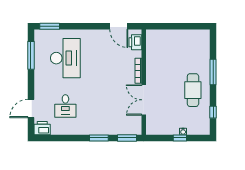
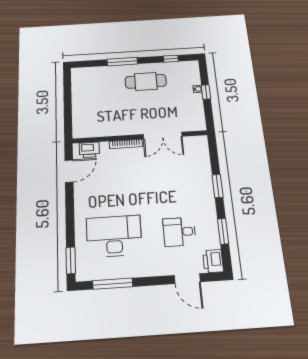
desk: (65, 106) -> (179, 232), turned 180
window: (127, 138) -> (223, 231), moved

